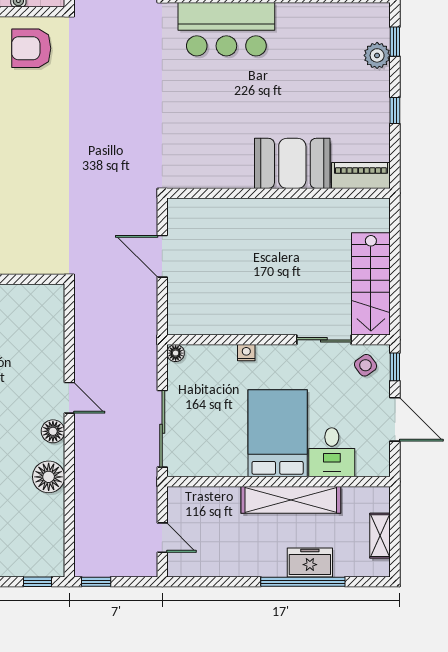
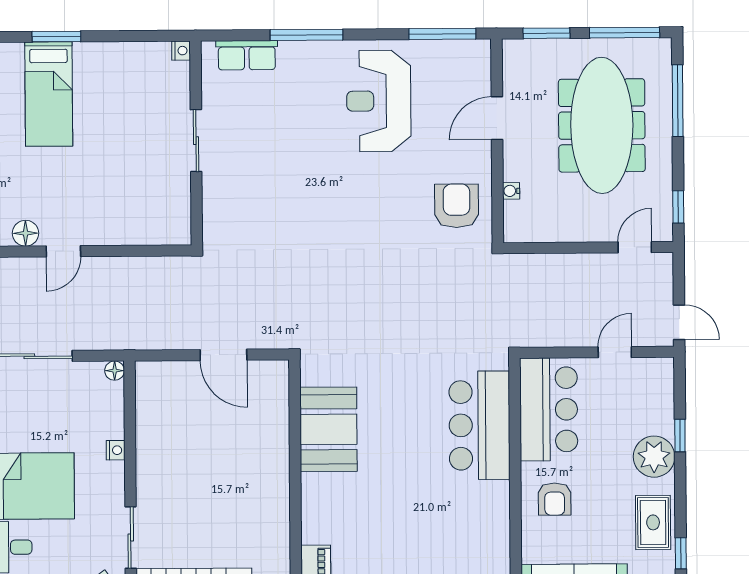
booth: (292, 163) -> (328, 429), moved
door: (162, 256) -> (223, 355), swing flipped

